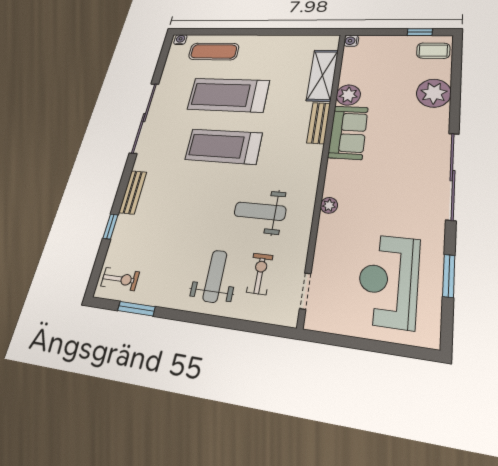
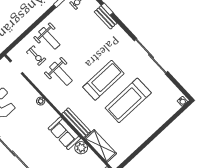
exercise mat: (214, 51) -> (159, 111), removed
treadmill: (228, 95) -> (128, 100), turned 180
bench: (319, 123) -> (76, 123), width x1.36
bench: (133, 192) -> (106, 17), moved
weight bench: (260, 211) -> (61, 74), turned 90

